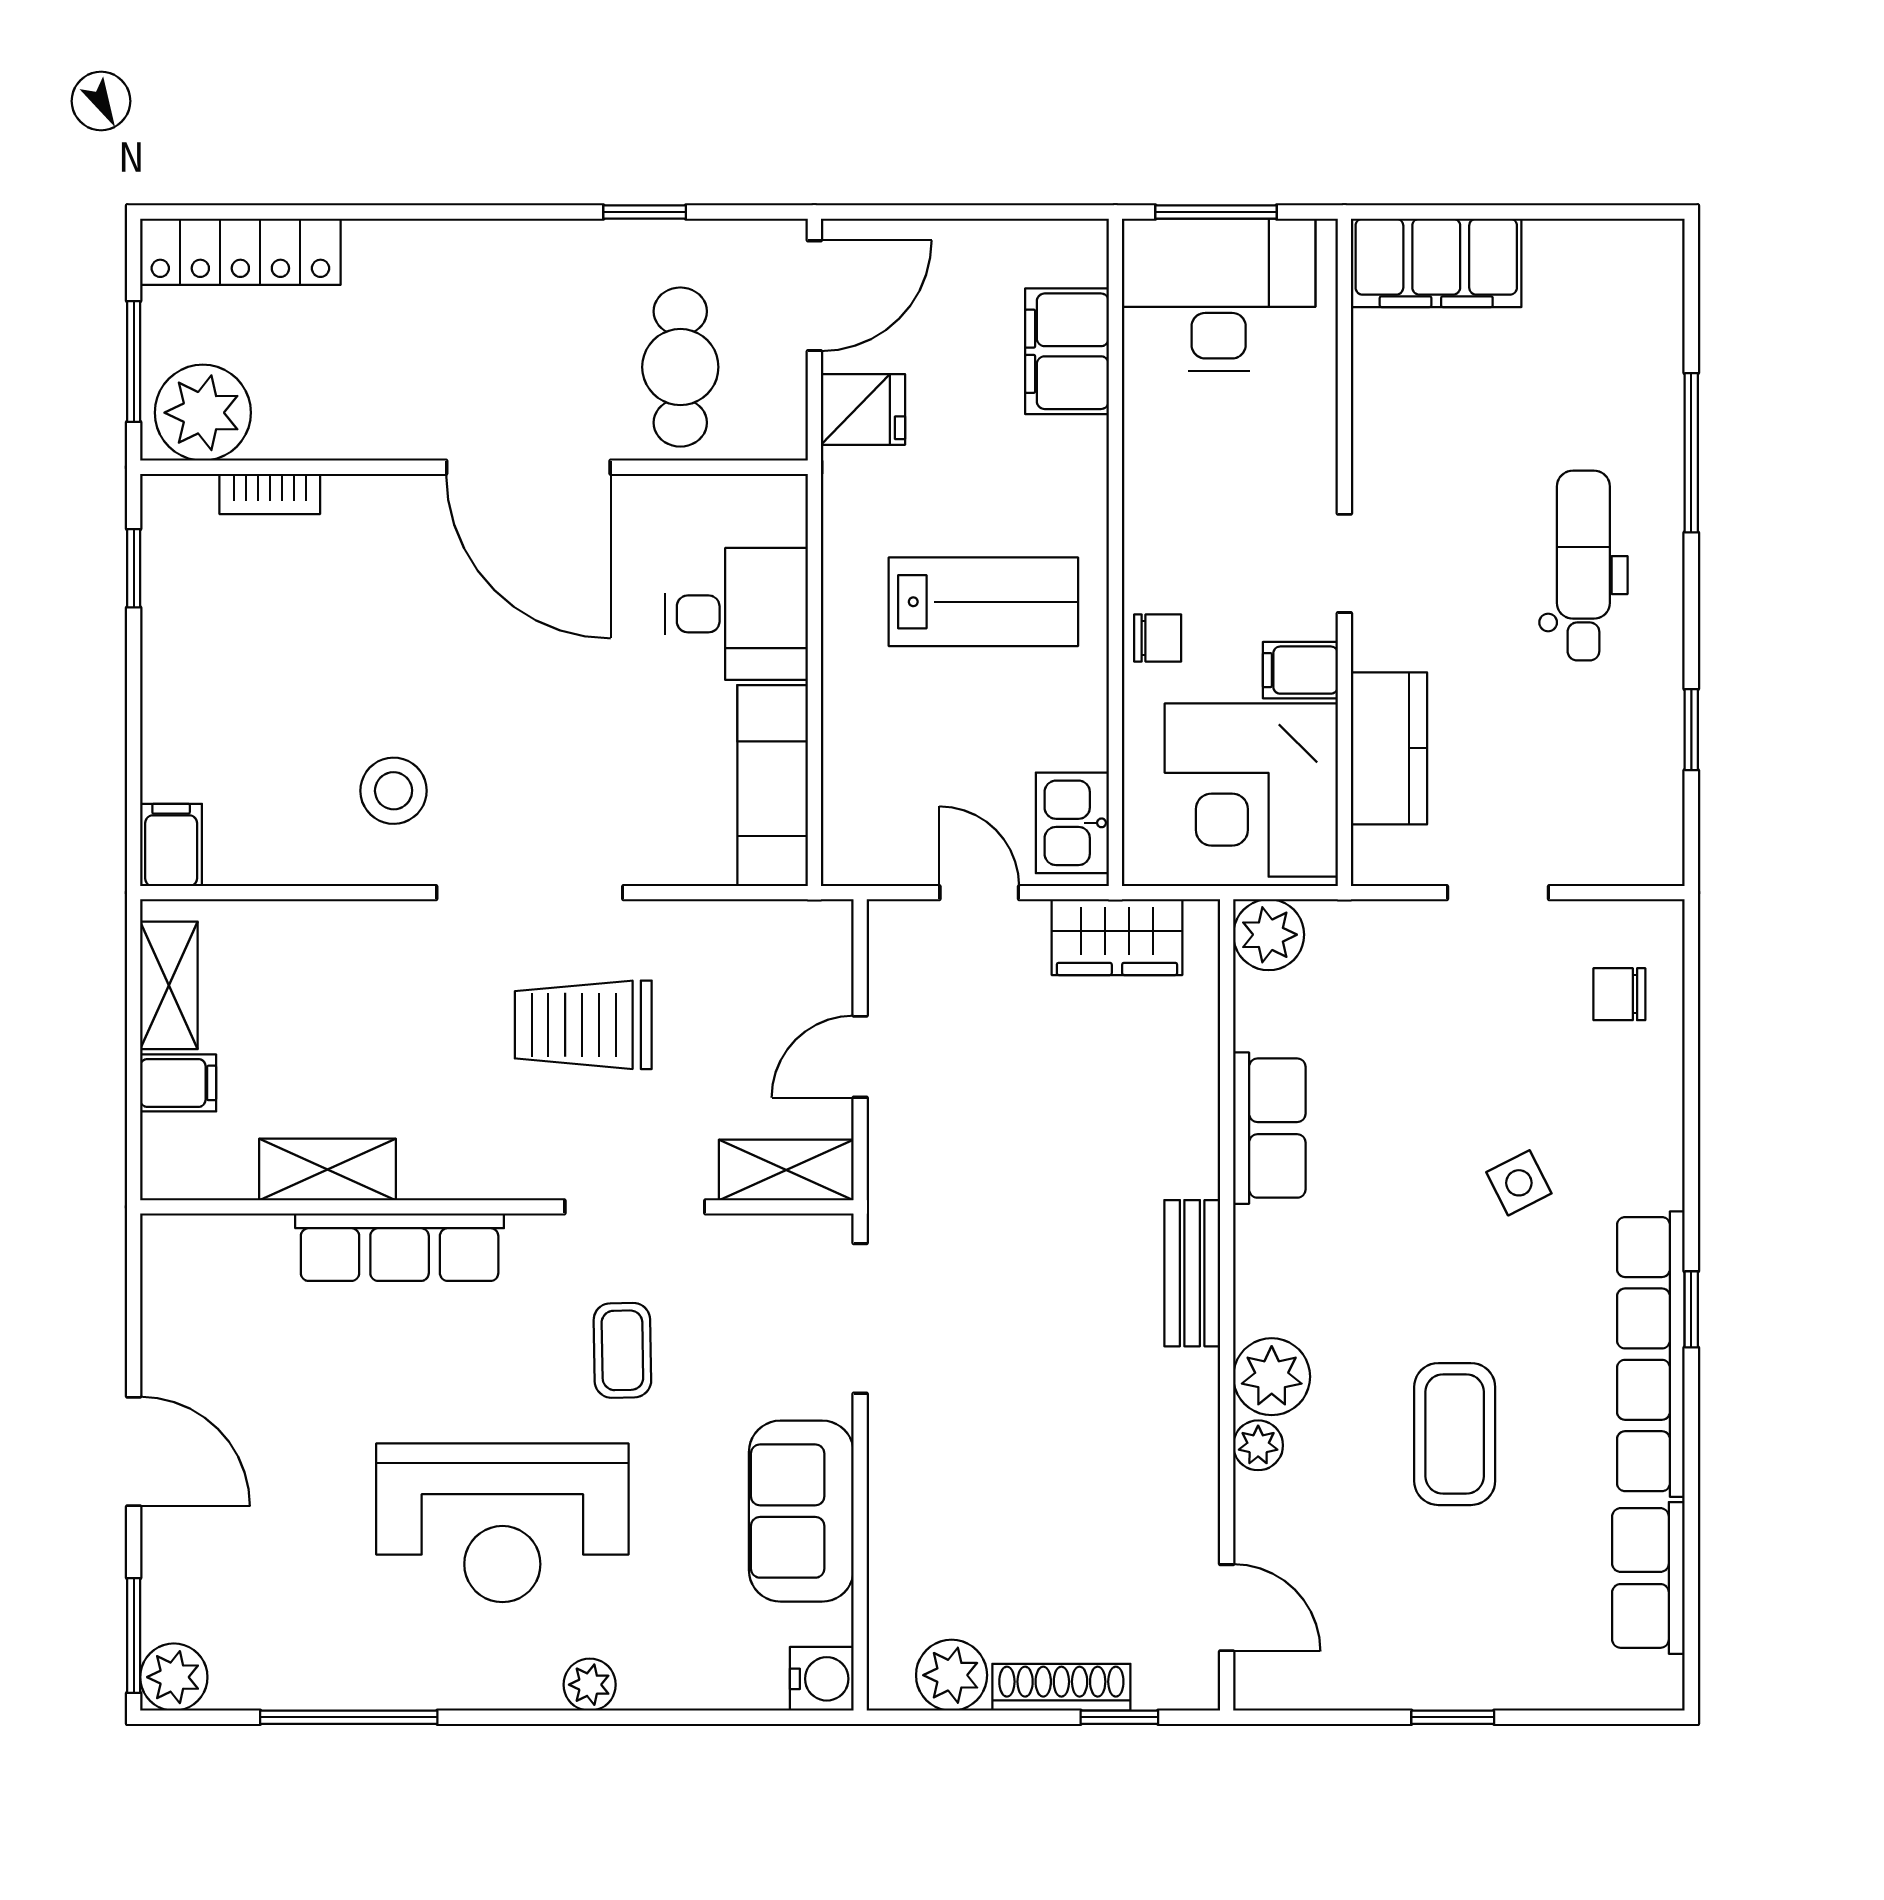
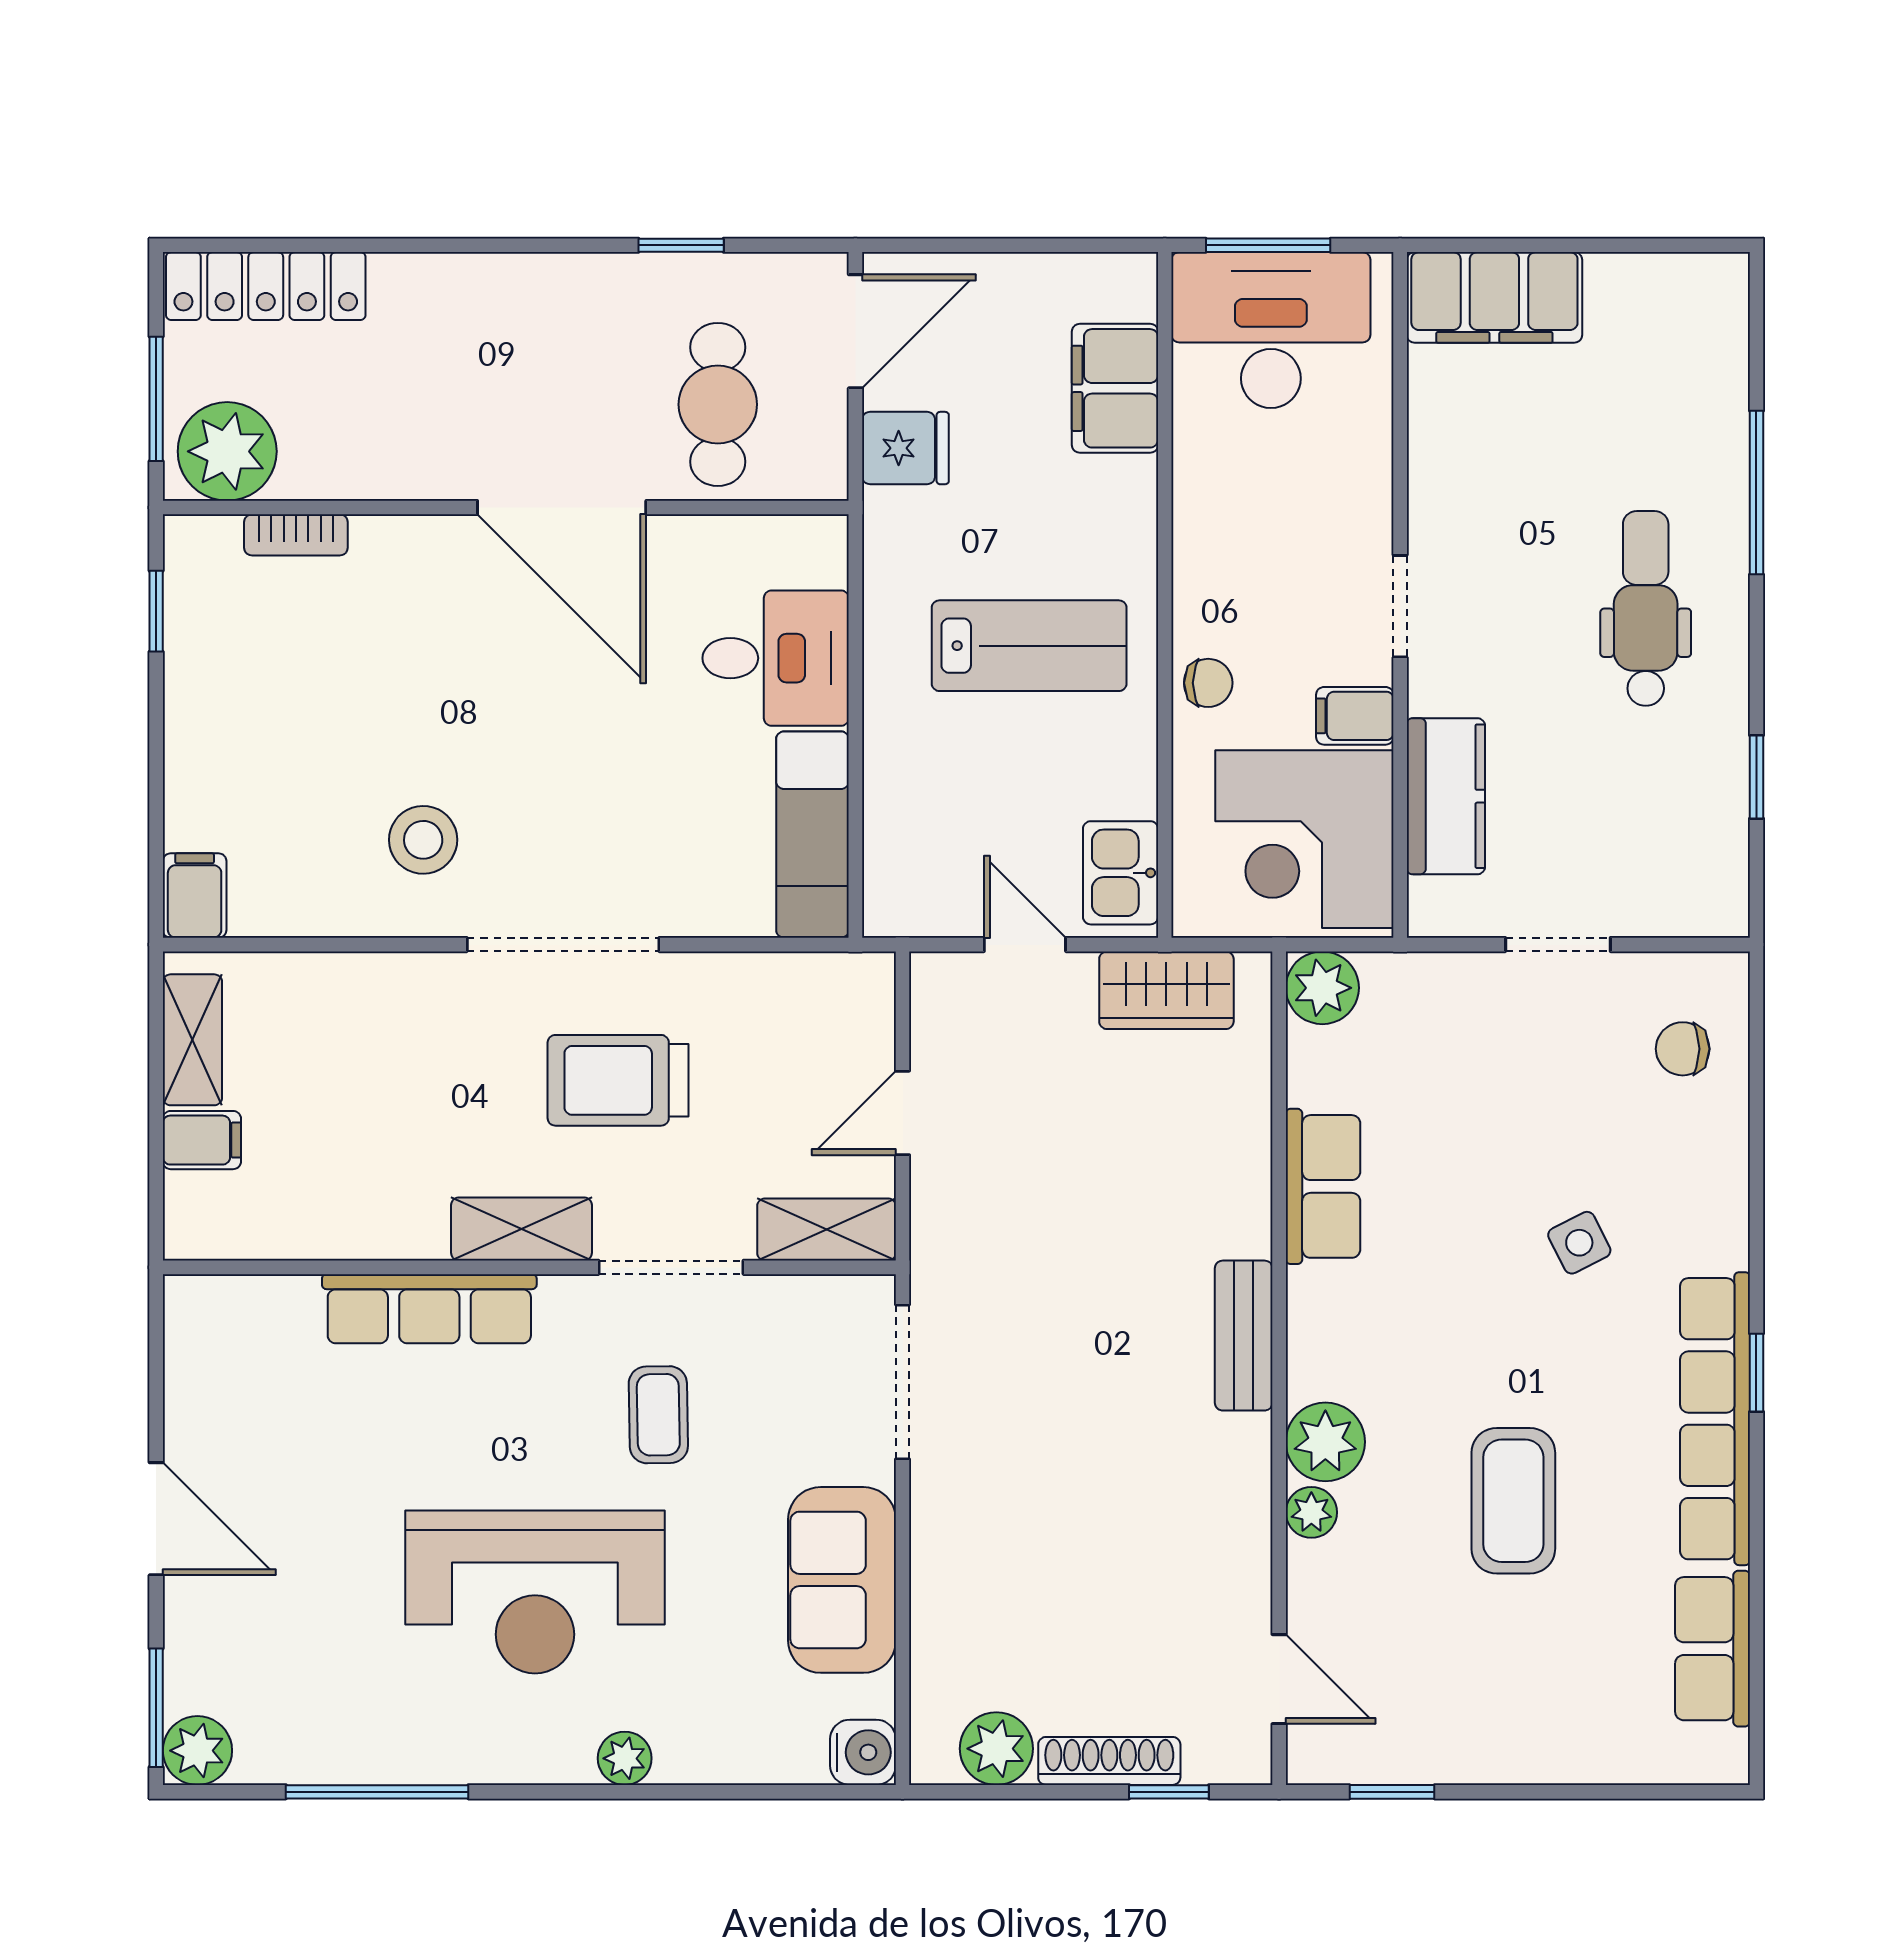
shelving: (328, 1169) -> (521, 1229), moved
window: (1453, 1717) -> (1392, 1792), moved

